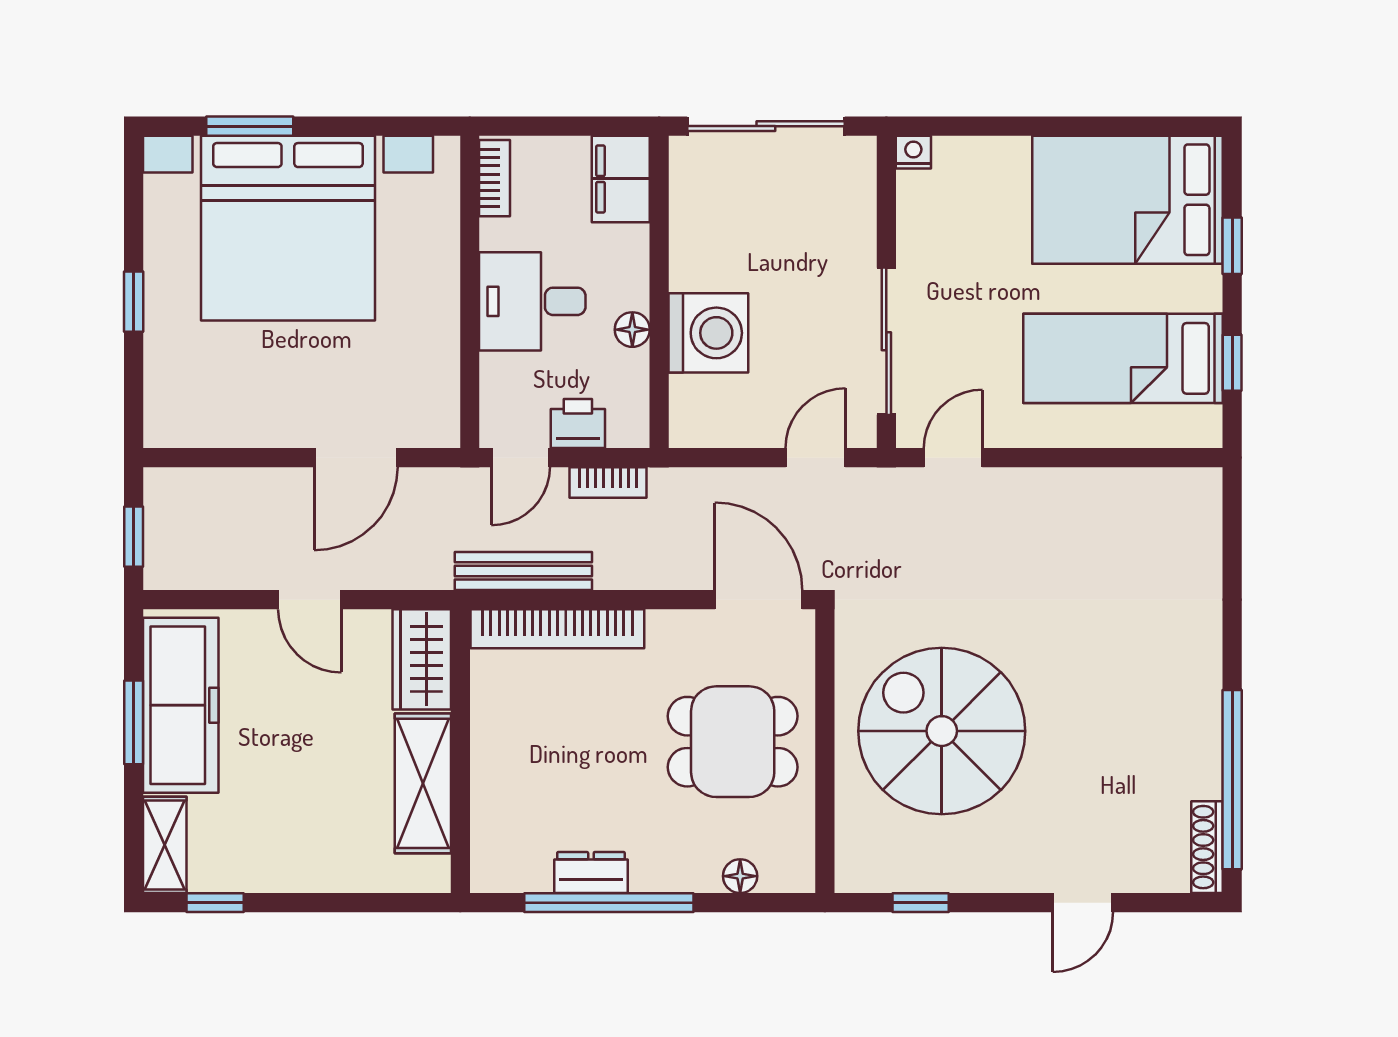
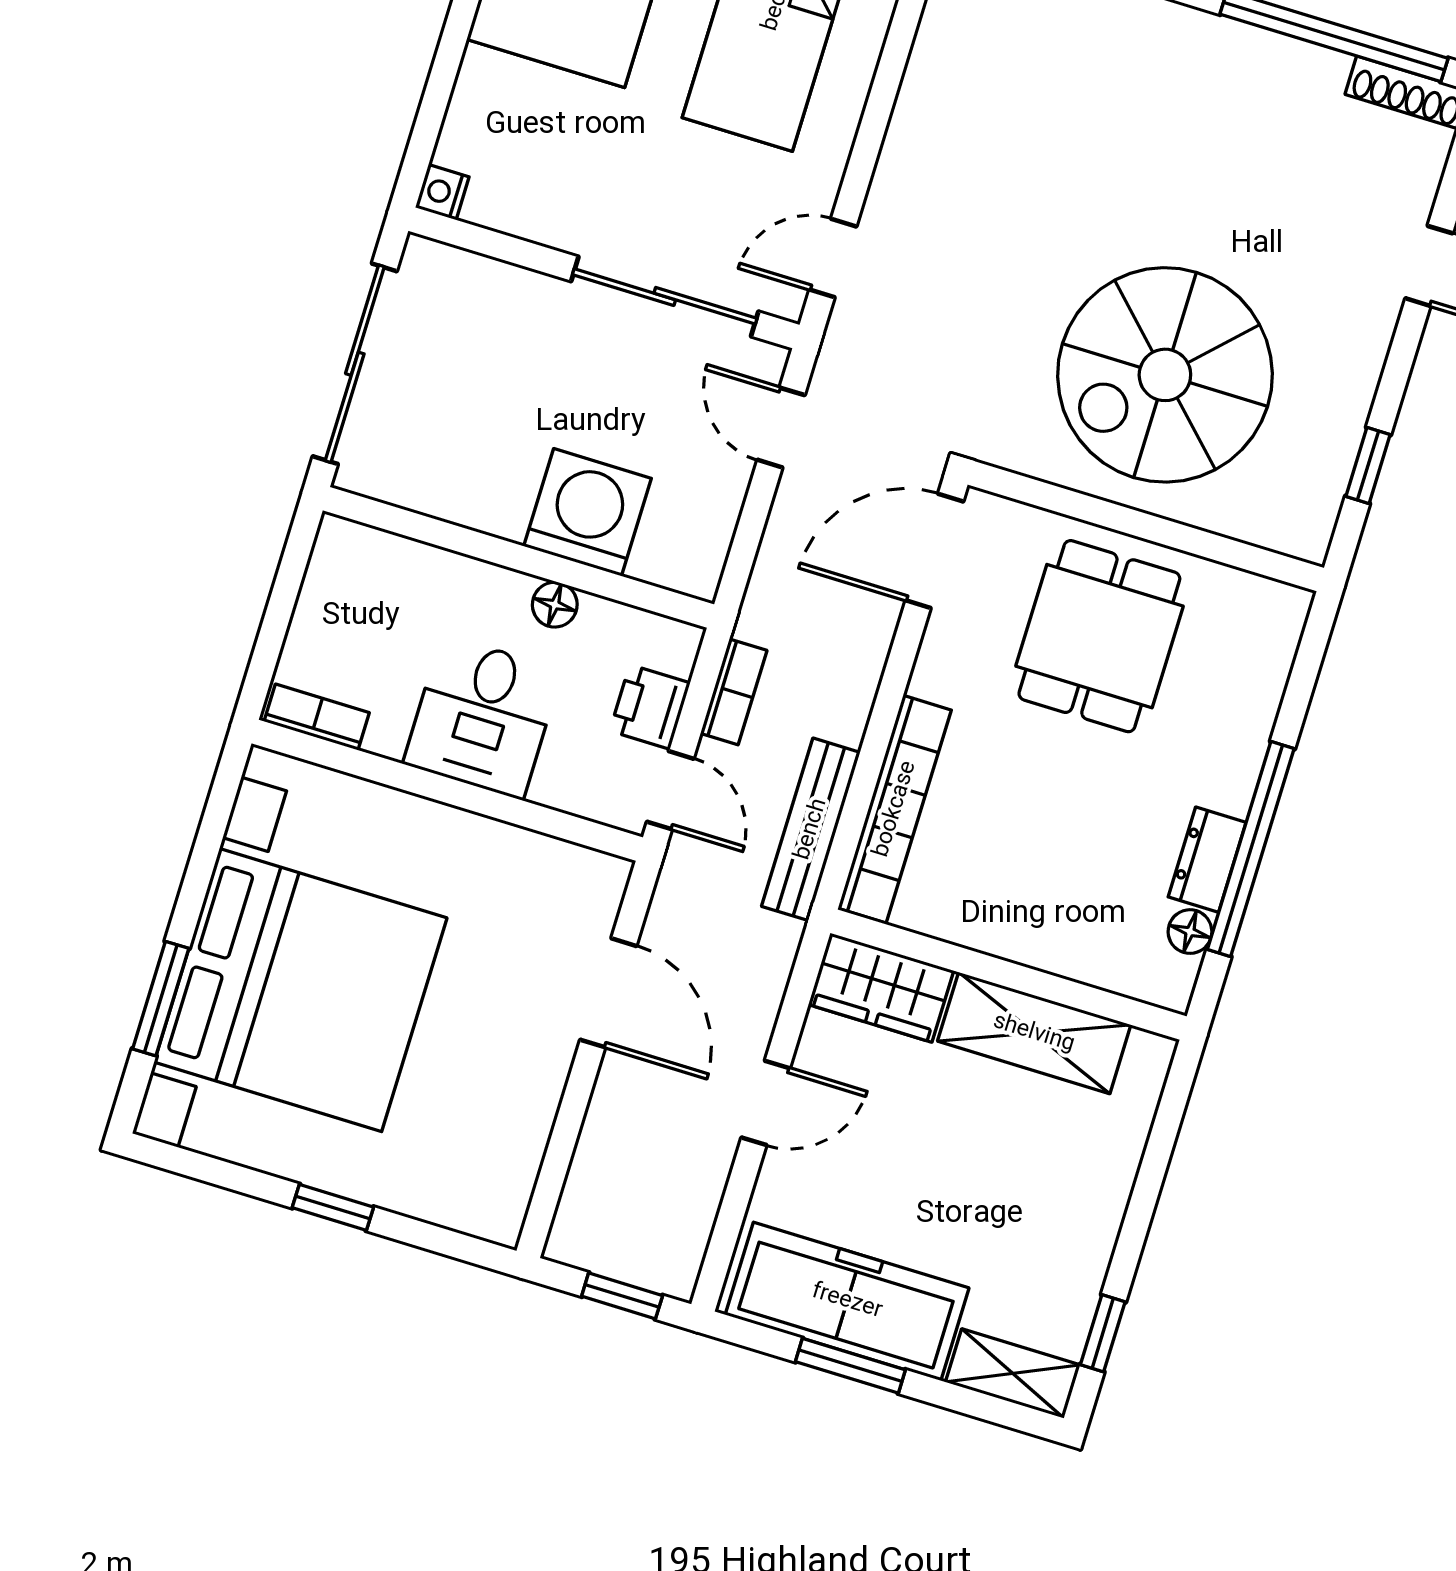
filing cabinet: (621, 179) -> (365, 562), removed
door: (953, 458) -> (833, 258), hinge flipped
floor lamp: (740, 876) -> (1190, 932), moved

